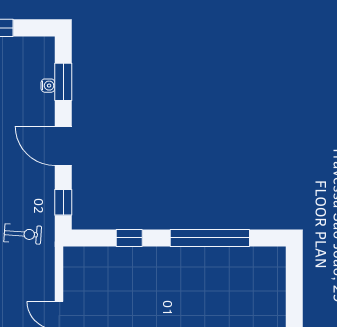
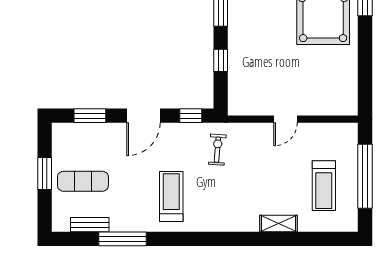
water cooler: (48, 86) -> (93, 128), removed

